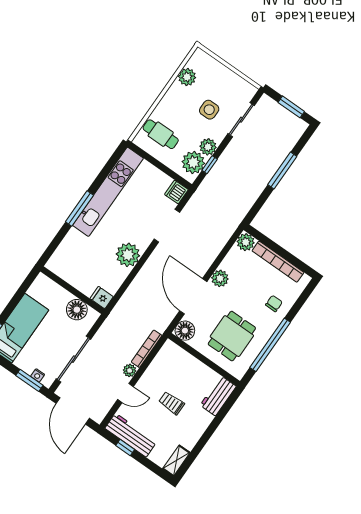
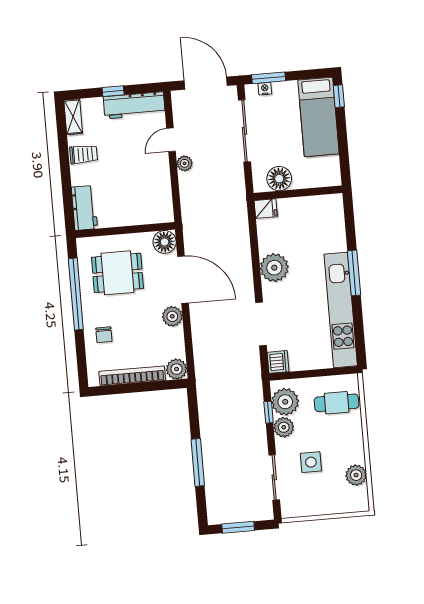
dining table: (232, 336) -> (117, 273), turned 90
bookcase: (147, 349) -> (186, 196), removed
trolley: (172, 403) -> (84, 154), moved
window: (125, 448) -> (113, 91), moved

